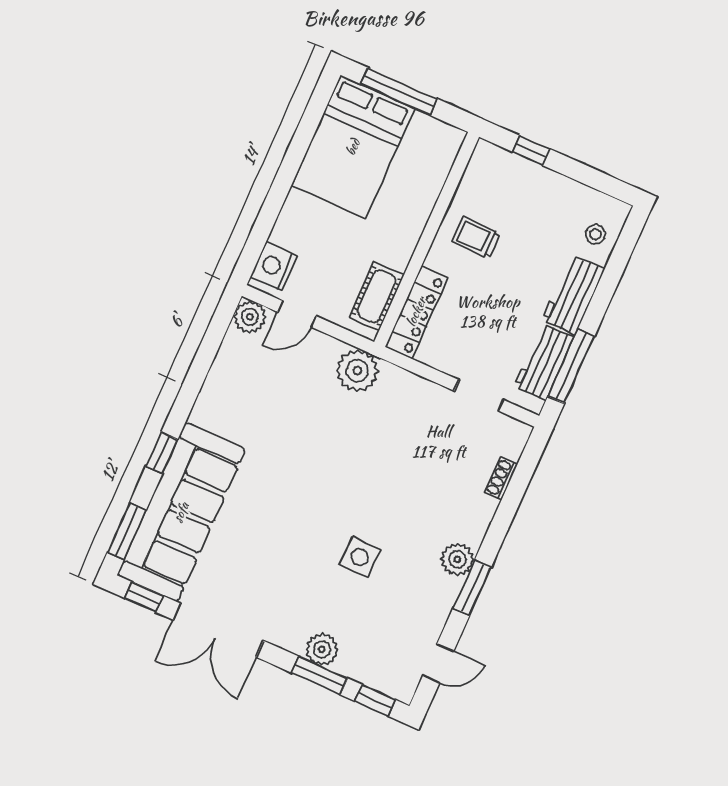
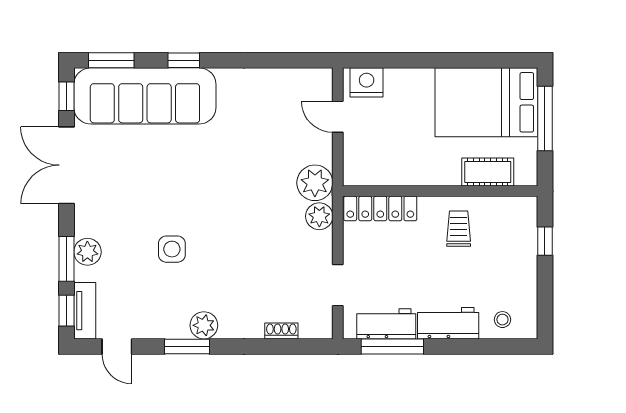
cot: (377, 296) -> (488, 172), moved
plant: (250, 317) -> (319, 216), moved
tv unit: (384, 681) -> (85, 311), added

